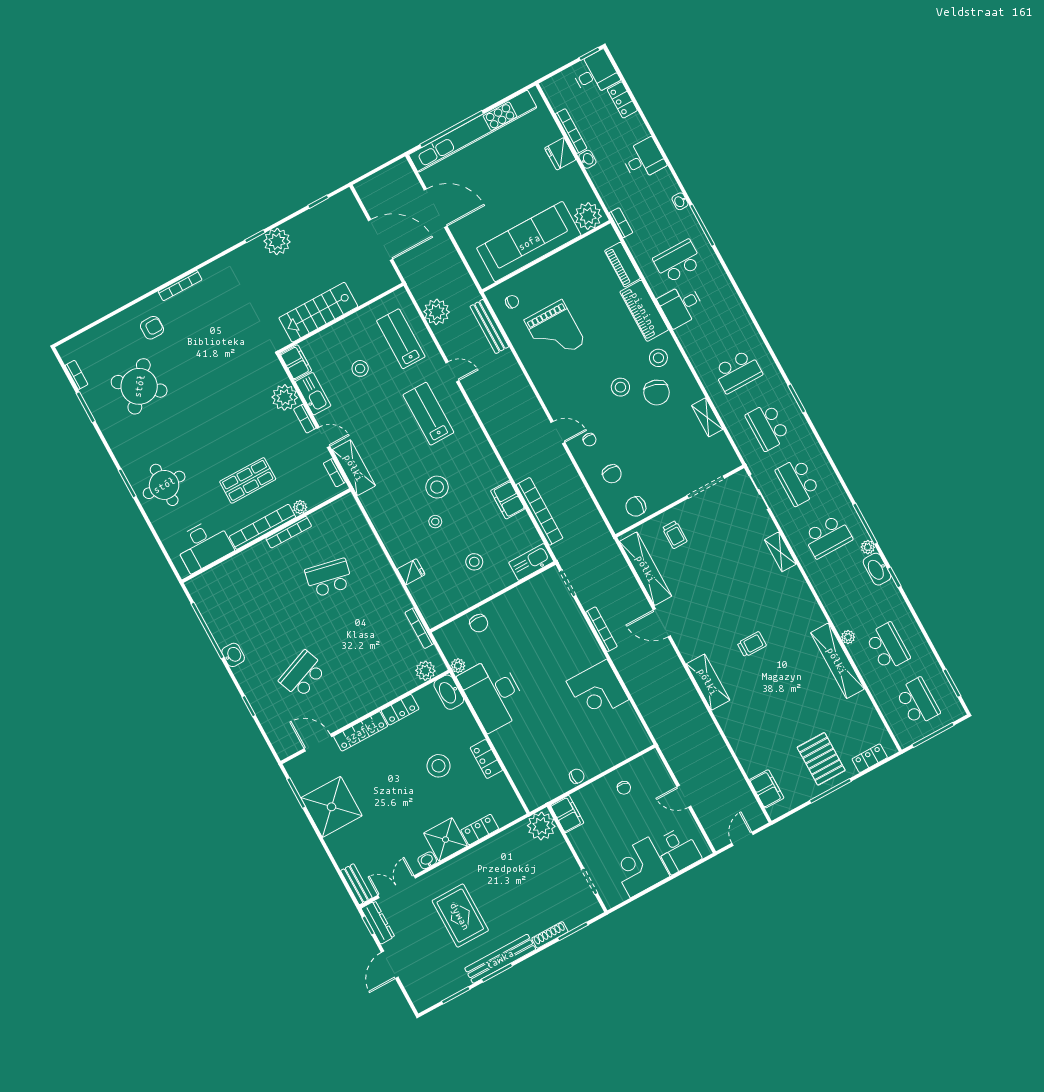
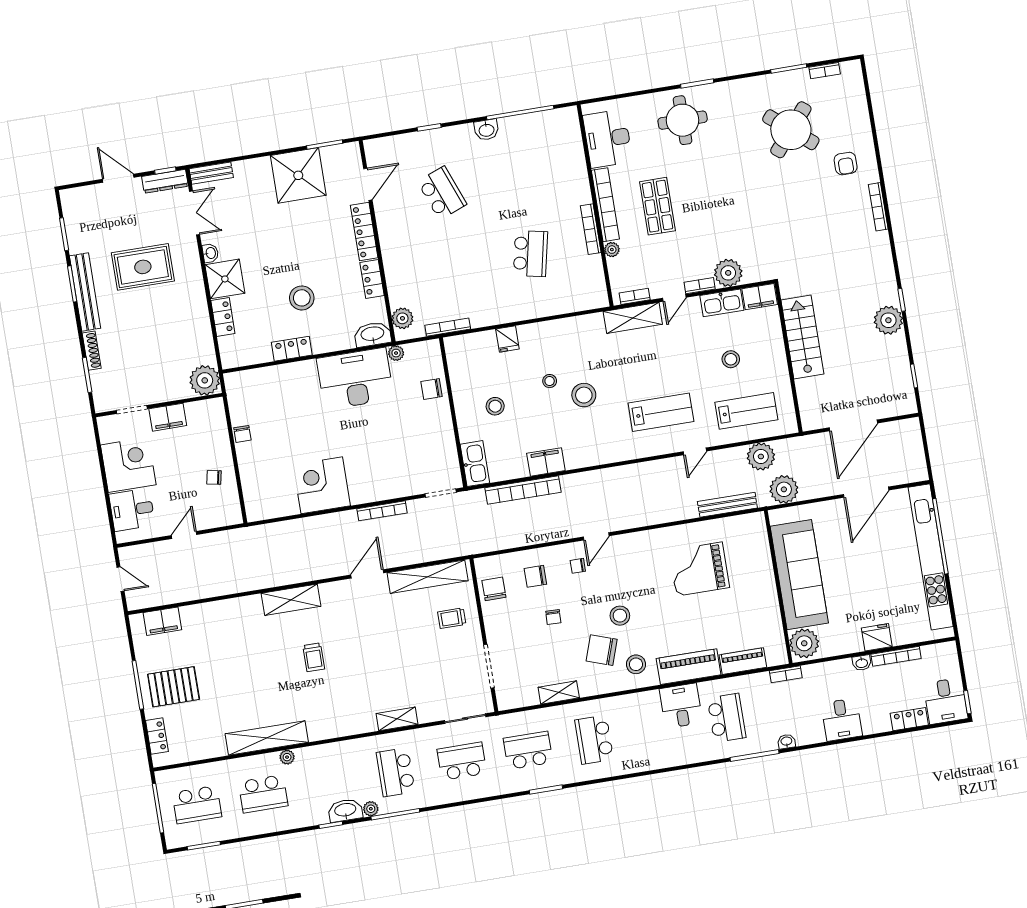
plant: (458, 281) -> (784, 489), added
chair: (512, 302) -> (553, 617), moved
filing cabinet: (567, 814) -> (168, 417), moved

